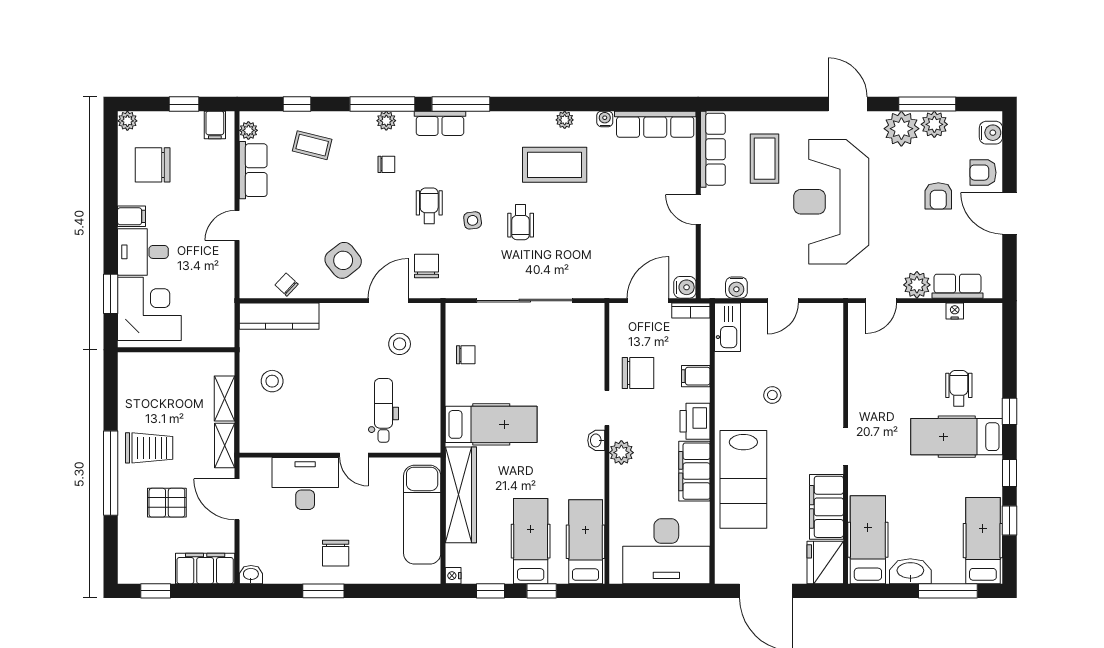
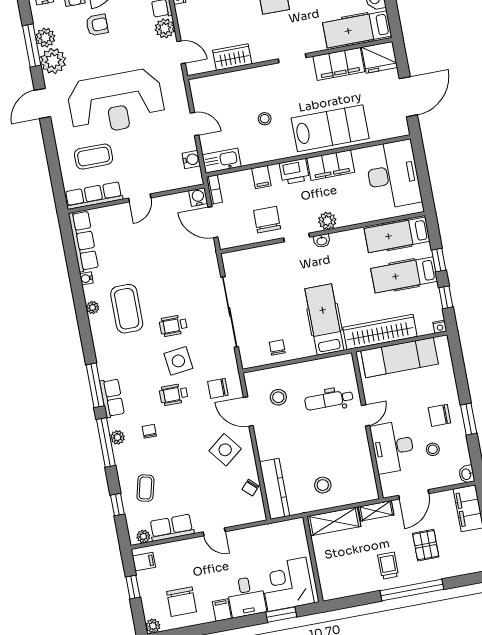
side table: (473, 220) -> (178, 361), width x1.87, depth x1.87
wheelchair: (521, 222) -> (173, 326), turned 180
wardrobe: (862, 367) -> (232, 57), added
shelving: (225, 398) -> (334, 521), width x1.50, depth x1.33
trolley: (149, 448) -> (388, 566), width x0.73, depth x0.72
stool: (292, 536) -> (433, 449), added
chair: (336, 553) -> (439, 415), turned 180

